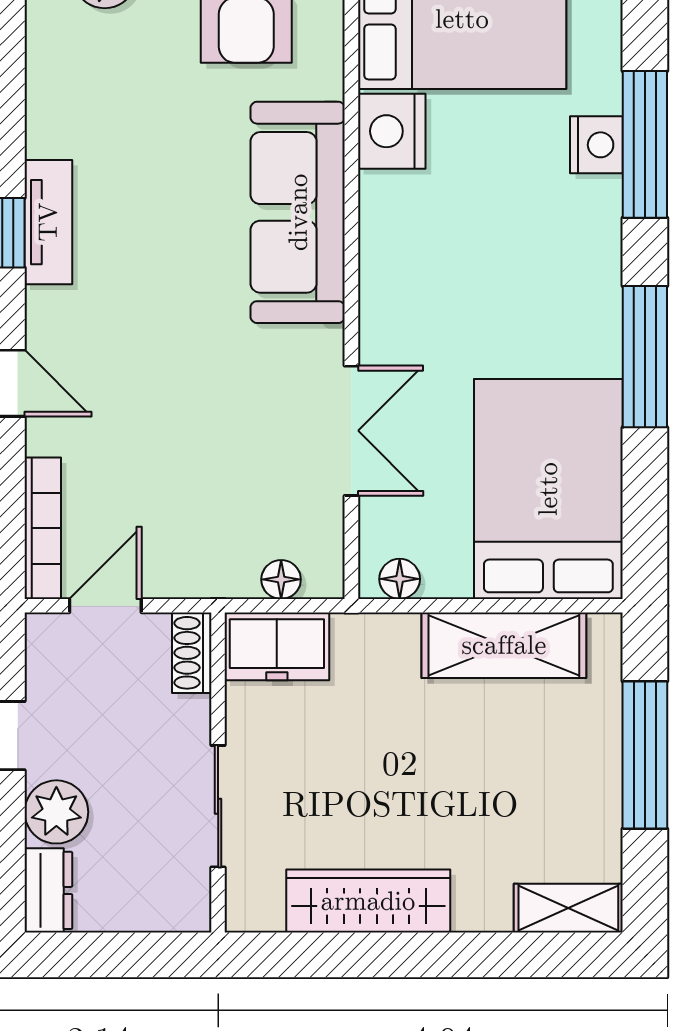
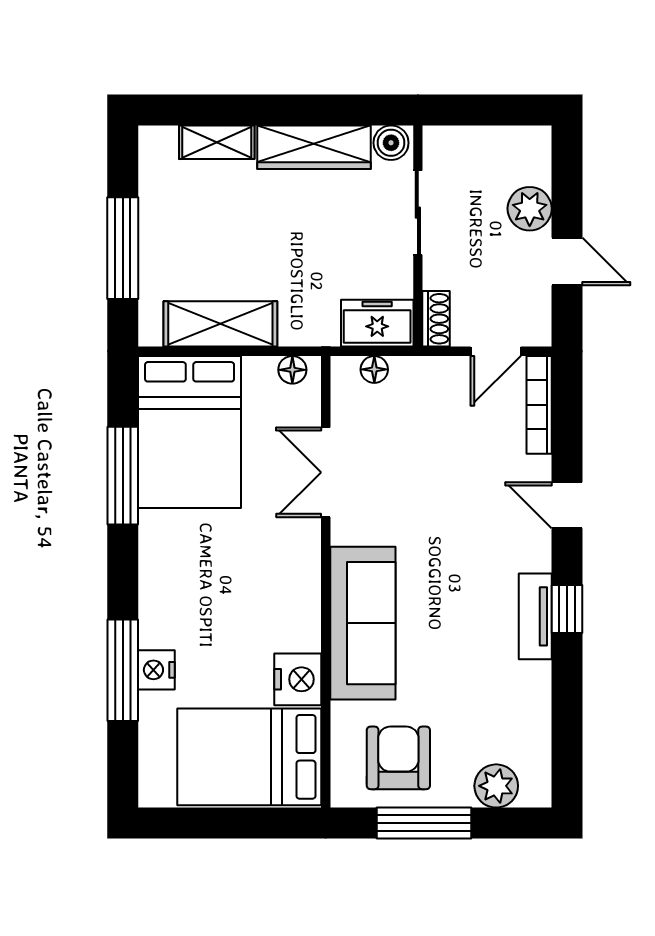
window: (645, 357) -> (123, 476), moved
dresser: (48, 890) -> (535, 155), removed
boiler: (257, 907) -> (391, 143), added
shelving: (568, 908) -> (217, 142), moved

